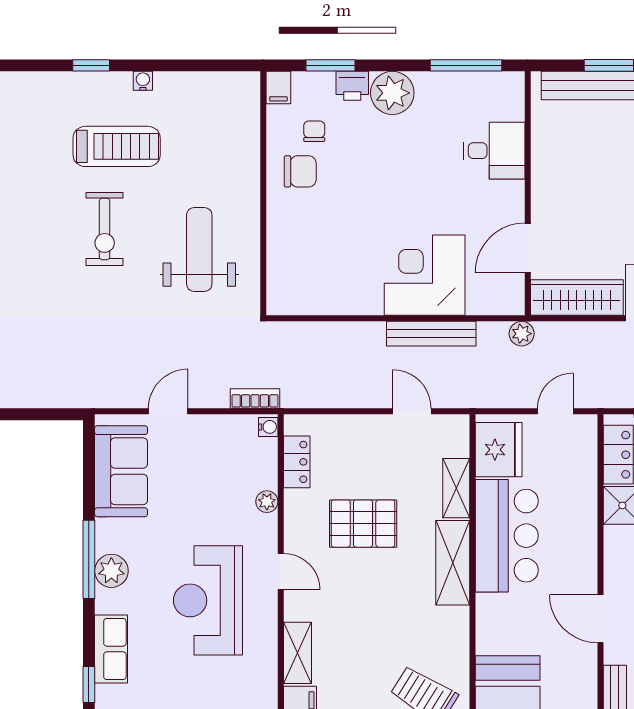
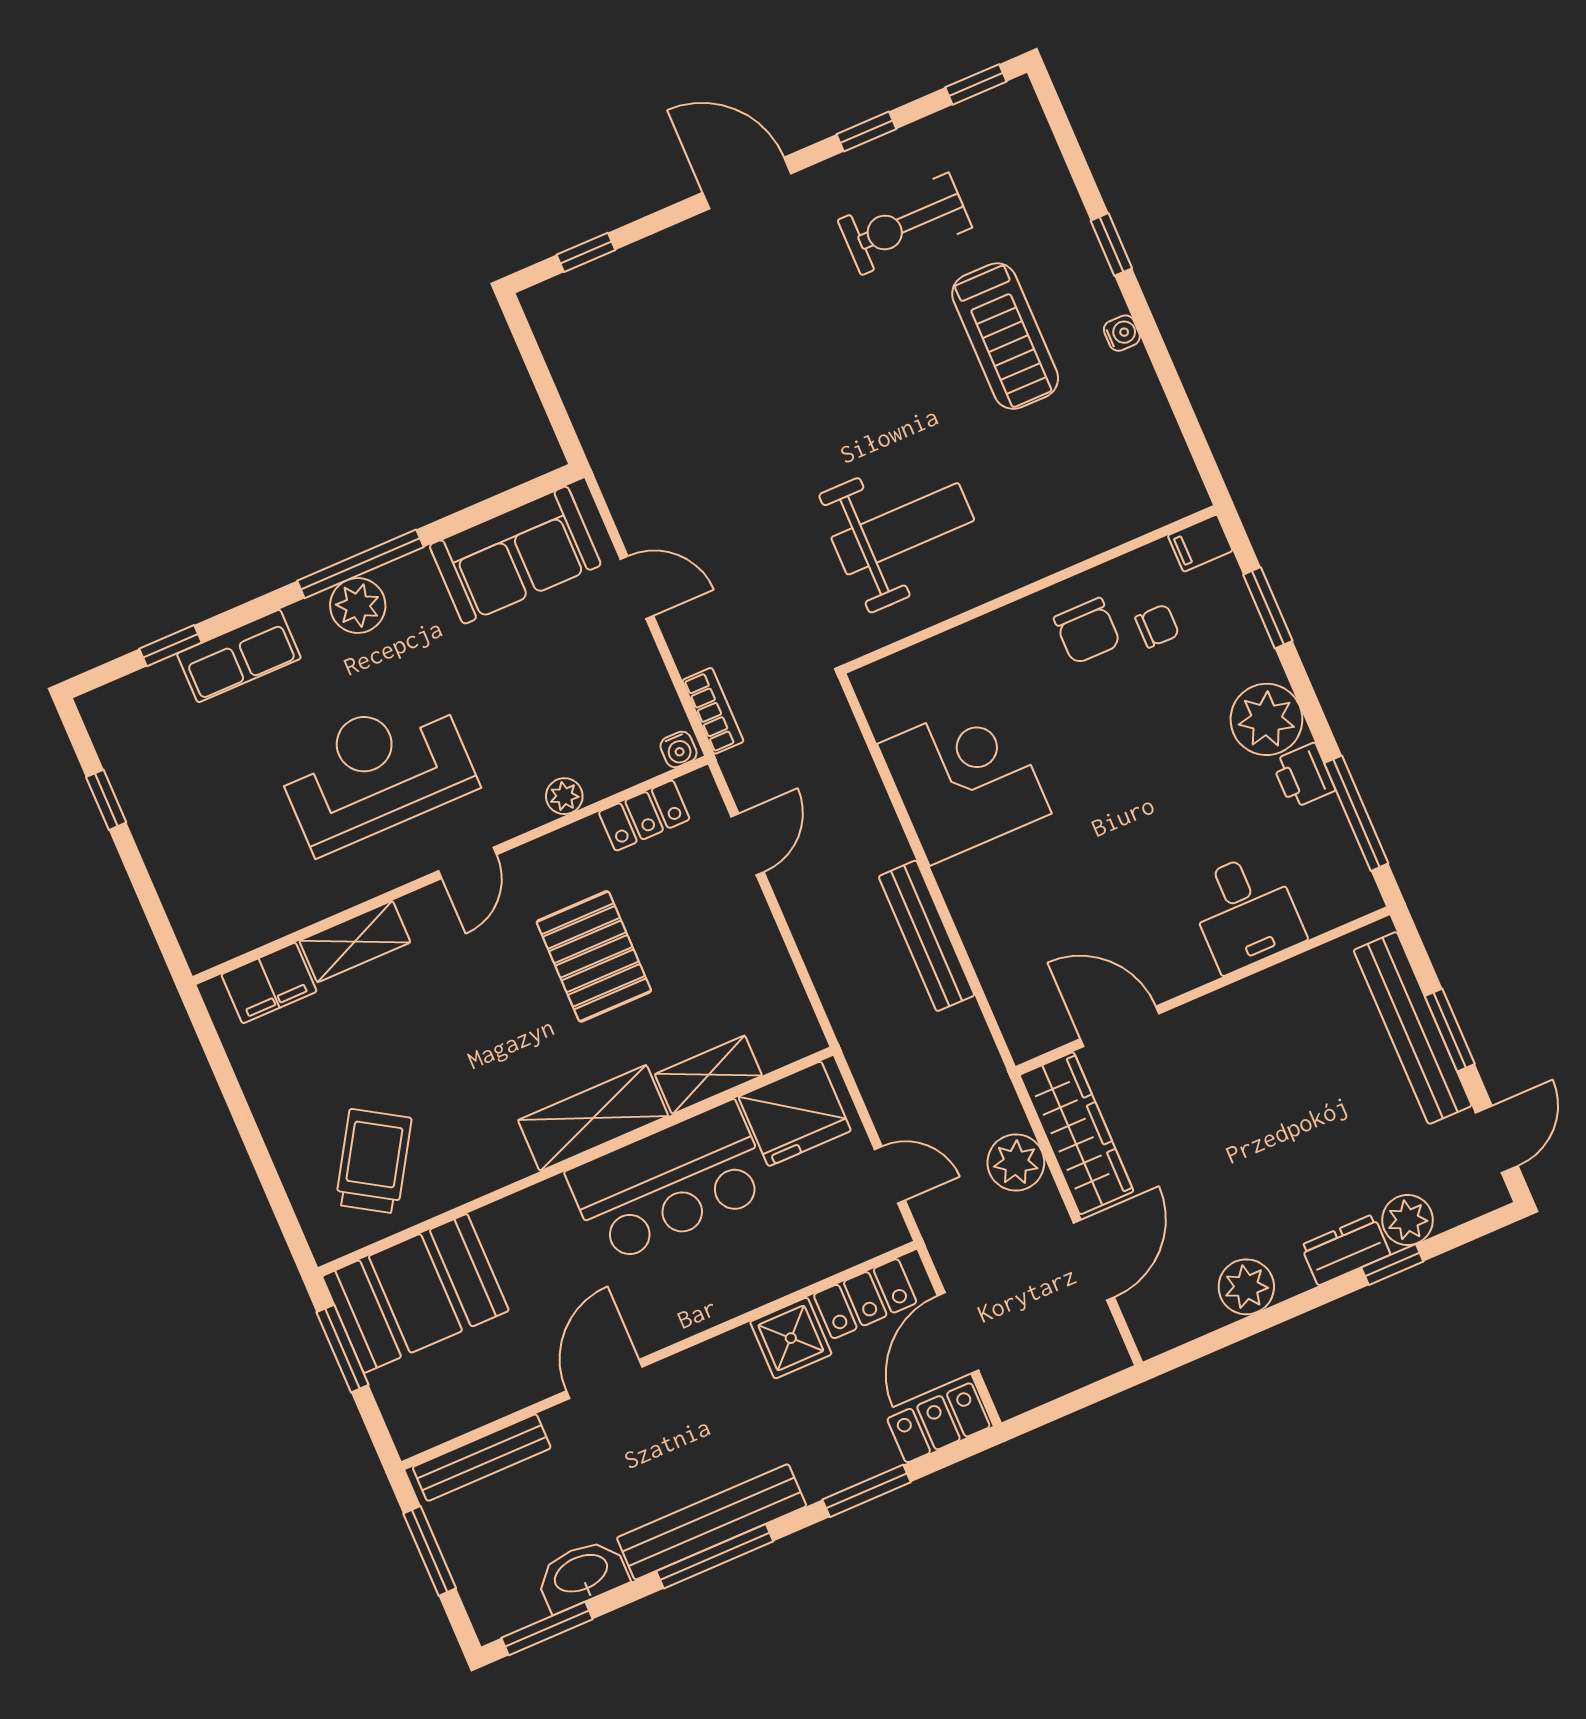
printer: (352, 86) -> (1303, 776), moved
exercise bike: (105, 229) -> (905, 224), moved
corner desk: (425, 275) -> (964, 779), moved
plant: (522, 334) -> (1016, 1162), moved, width x1.38, depth x1.38
door: (412, 411) -> (748, 844), moved

